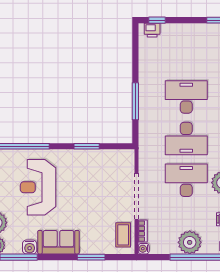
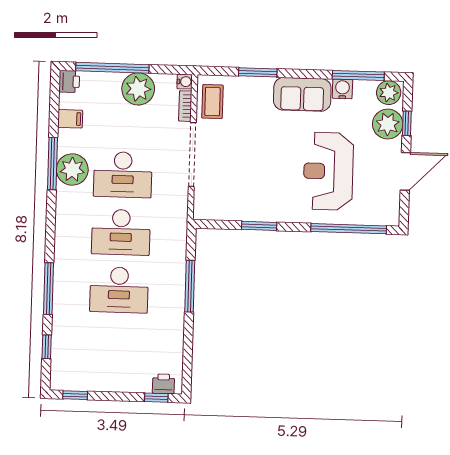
desk: (186, 139) -> (121, 232), turned 180
reception desk: (38, 187) -> (328, 171), turned 180
plant: (190, 242) -> (138, 89), moved

